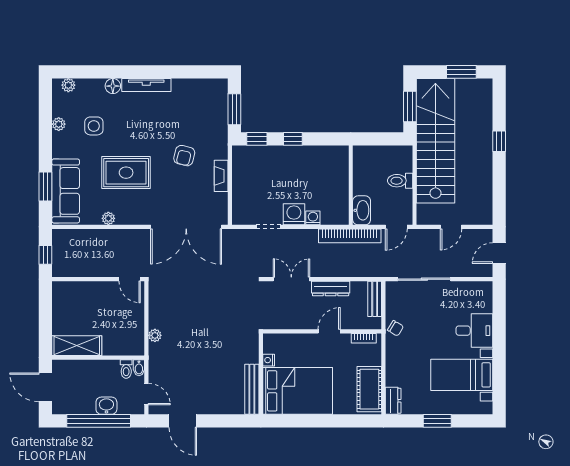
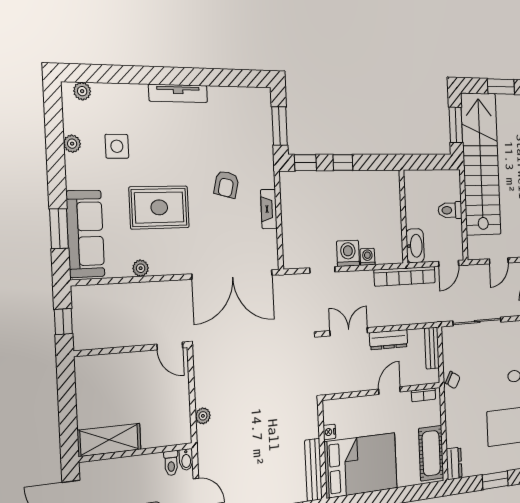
floor lamp: (113, 86) -> (138, 94), removed

